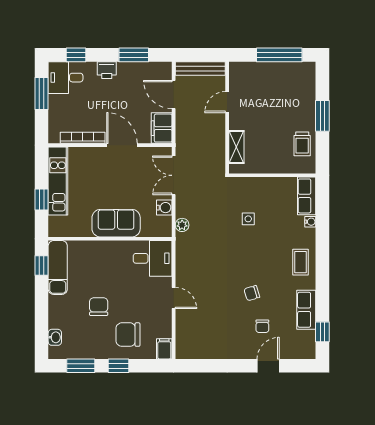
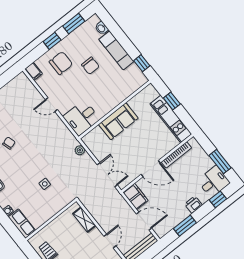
water cooler: (164, 208) -> (98, 152), removed
exam couch: (58, 267) -> (116, 50), moved

